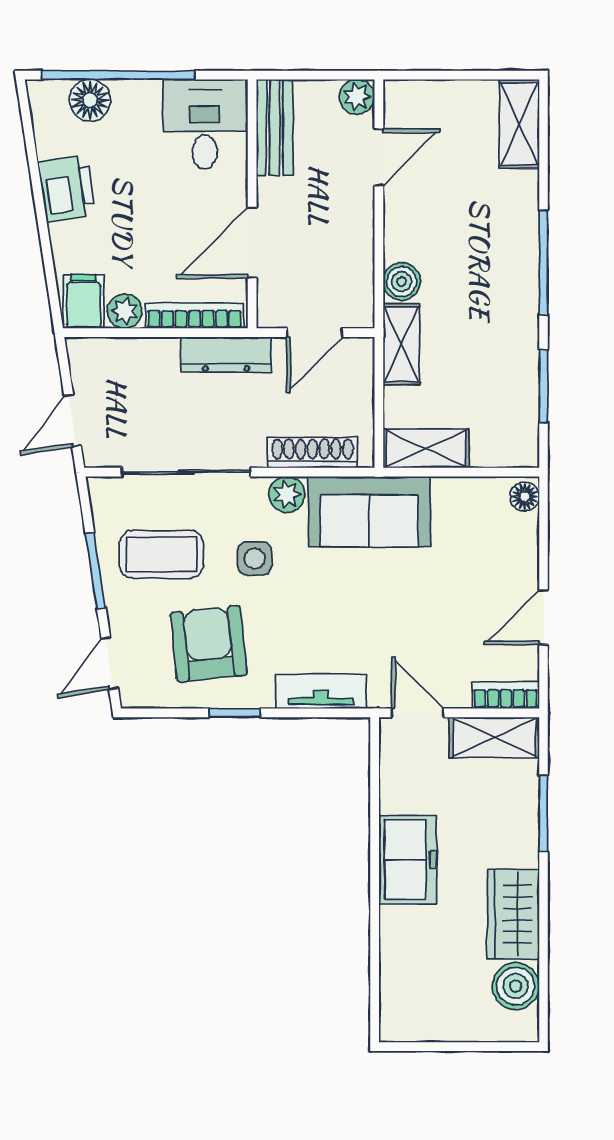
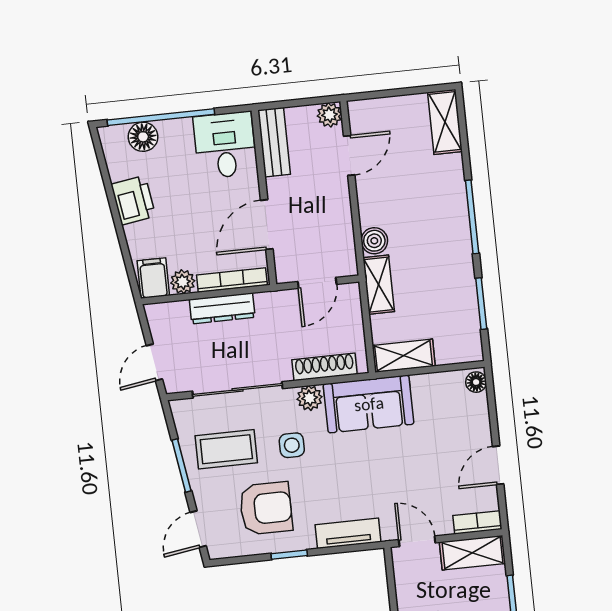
dresser: (226, 355) -> (222, 308), moved
armchair: (209, 644) -> (266, 508), turned 96

